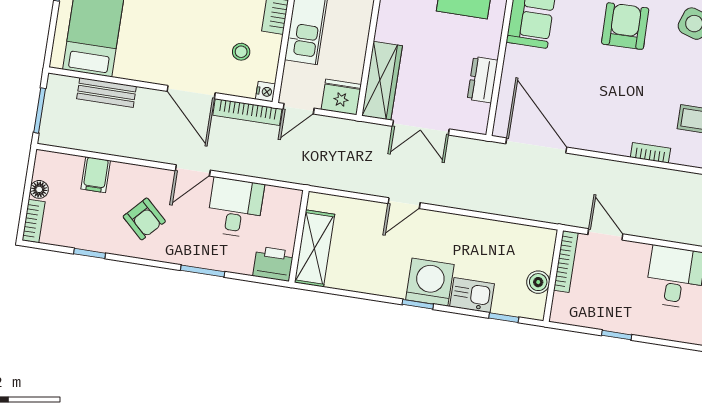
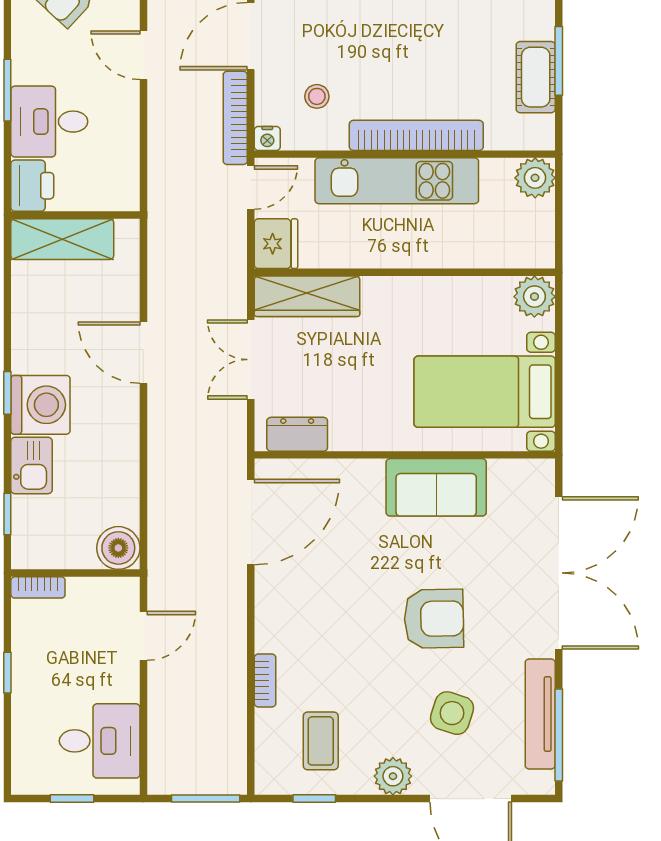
dresser: (483, 80) -> (297, 434), moved
door: (299, 109) -> (251, 188), swing flipped
door: (404, 203) -> (143, 353), width x1.38
desk: (235, 208) -> (49, 122), moved, turned 180
bookcase: (566, 262) -> (38, 587), moved, width x0.64
boiler: (538, 282) -> (118, 548), moved, width x1.36, depth x1.36

